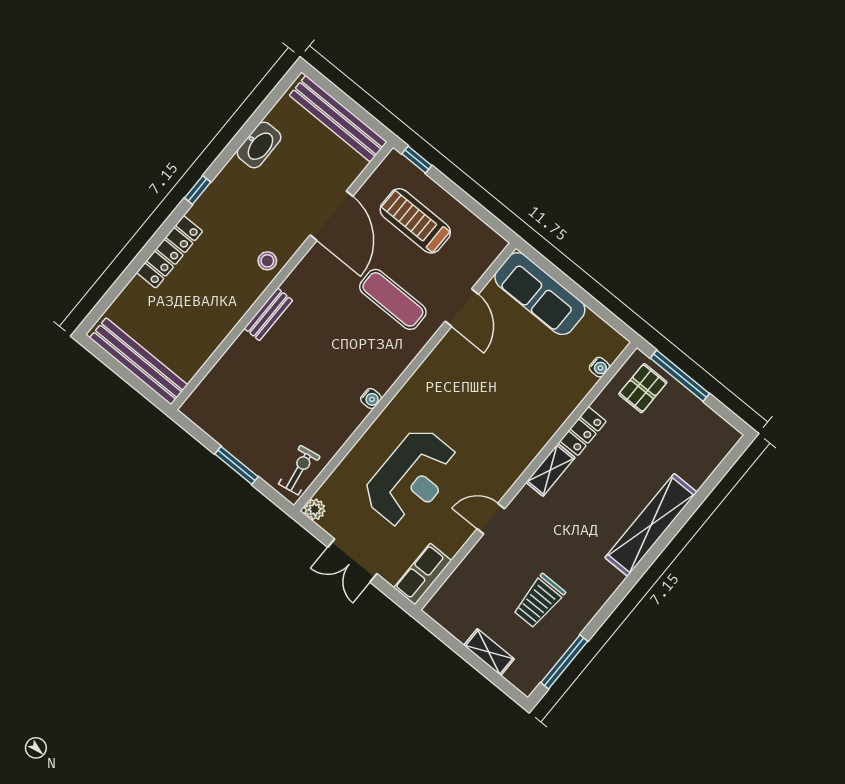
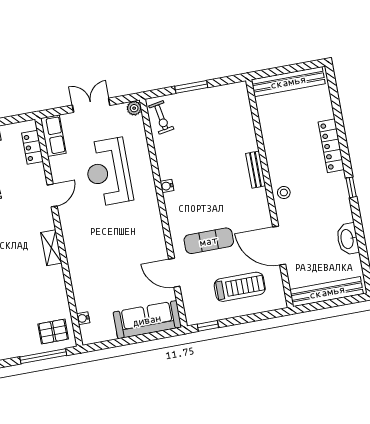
window: (417, 160) -> (208, 326), moved
pallet: (643, 388) -> (53, 332), turned 90
locker: (583, 431) -> (32, 147), moved

